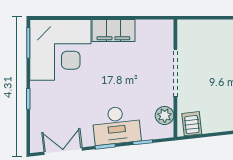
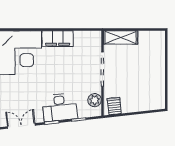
shelving: (200, 29) -> (121, 37), added

